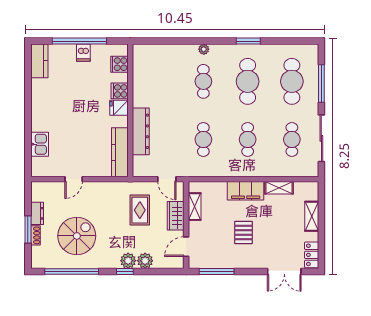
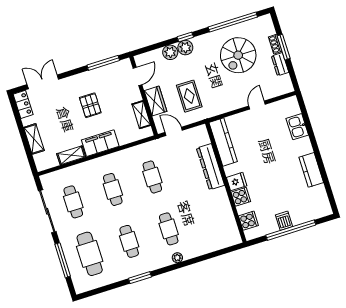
kitchen counter: (39, 61) -> (311, 170), moved
cafe table: (248, 81) -> (129, 241), width x0.73, depth x0.74

